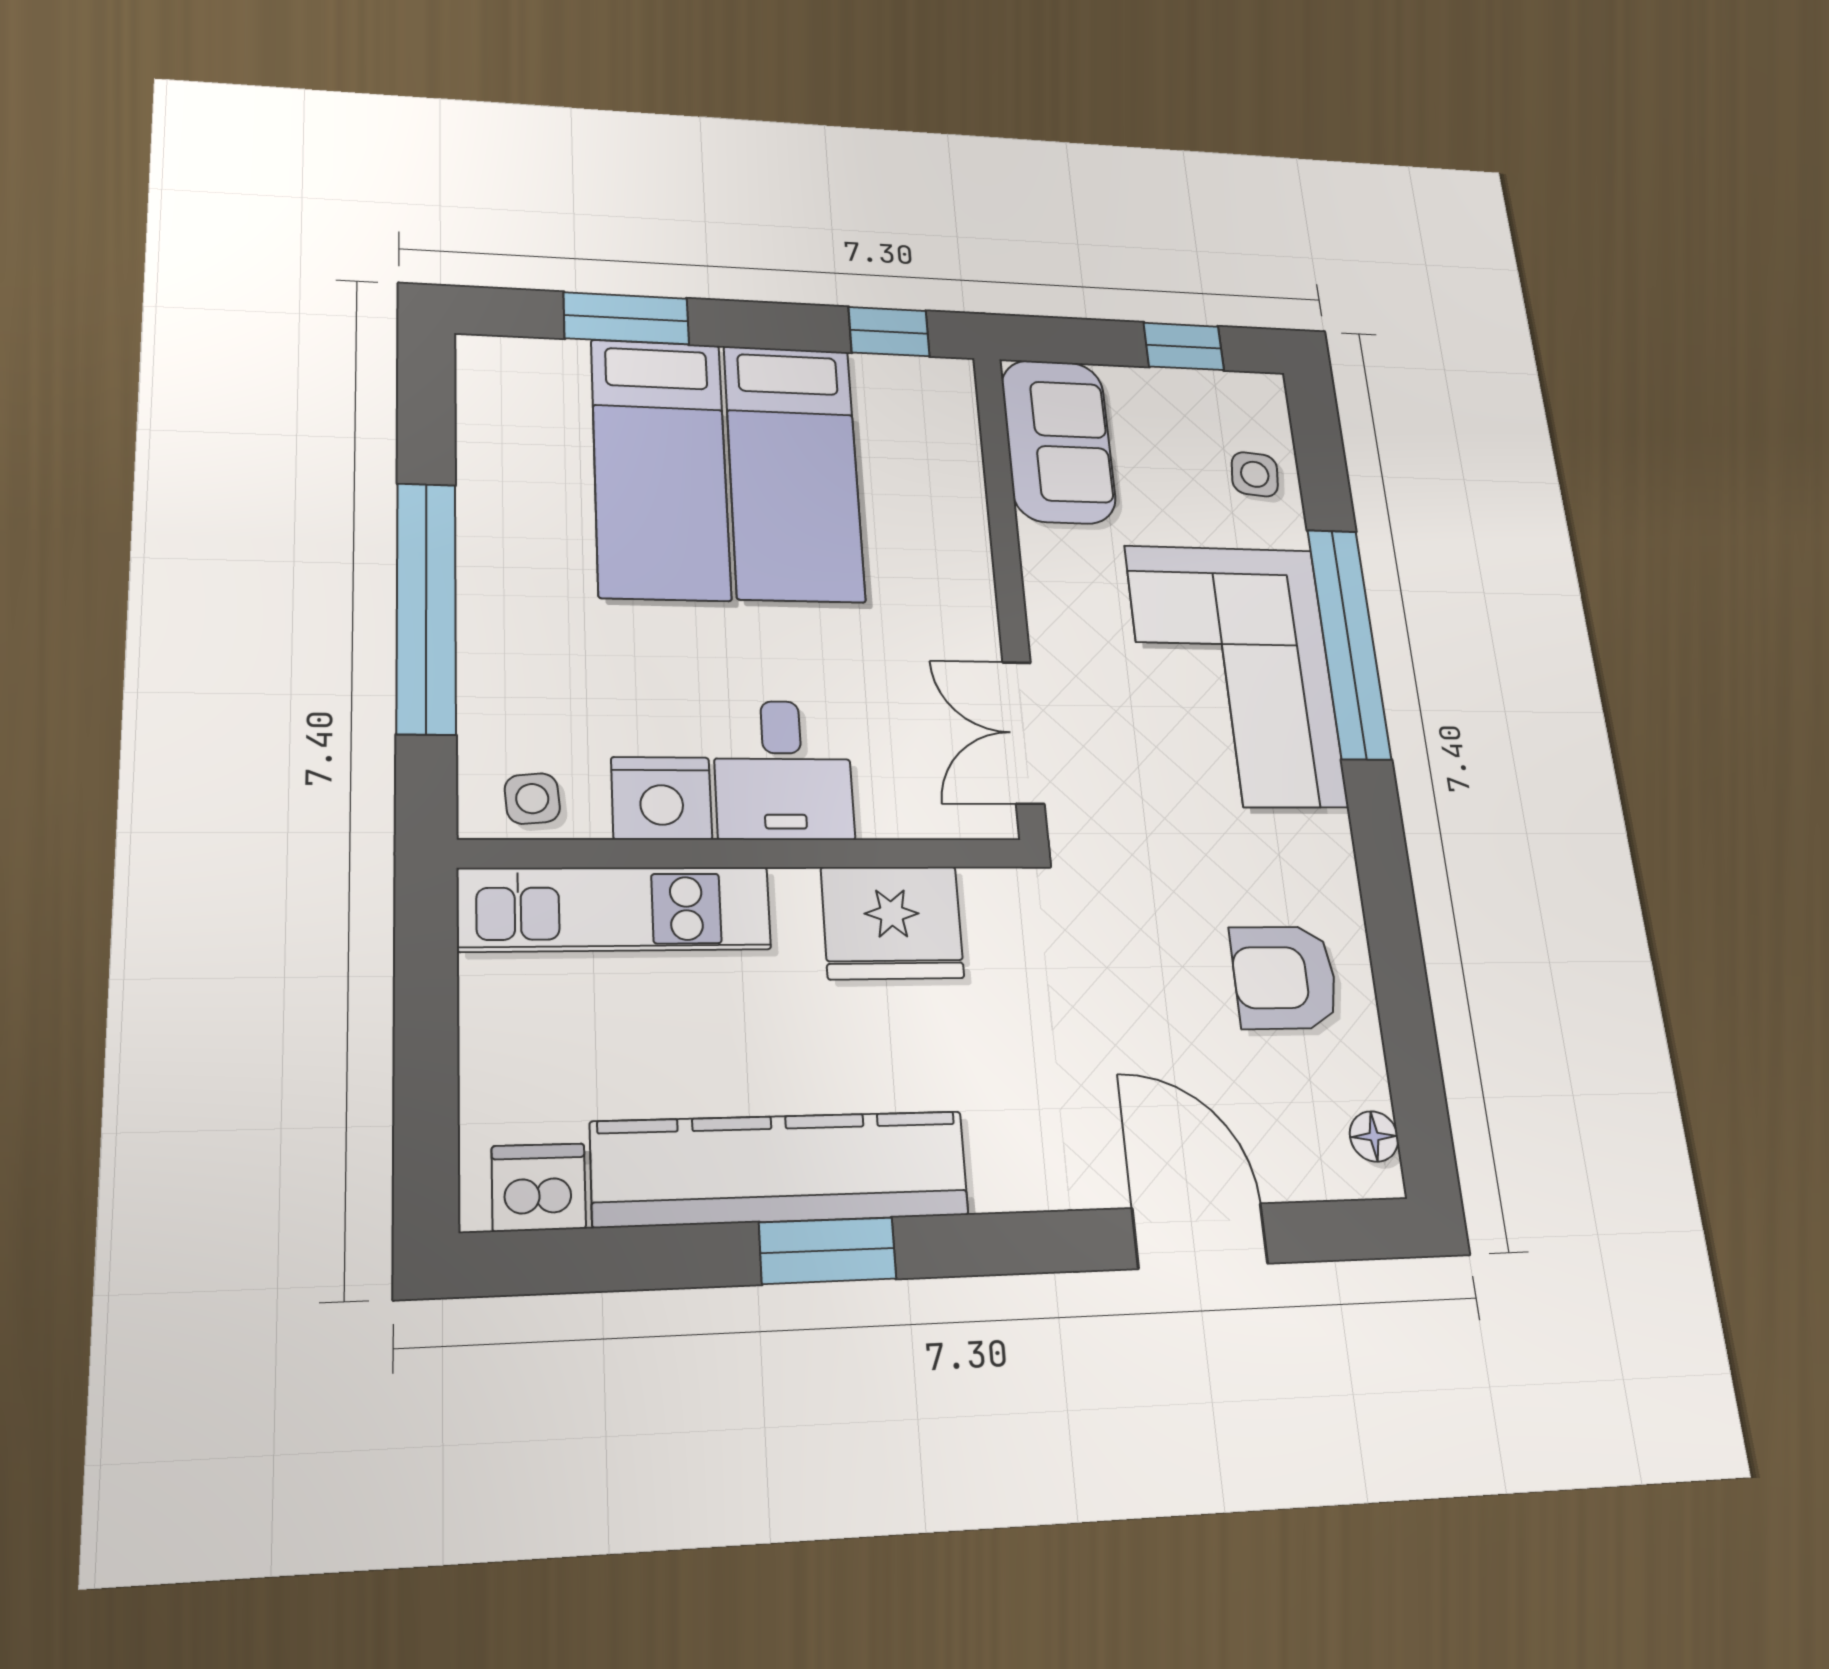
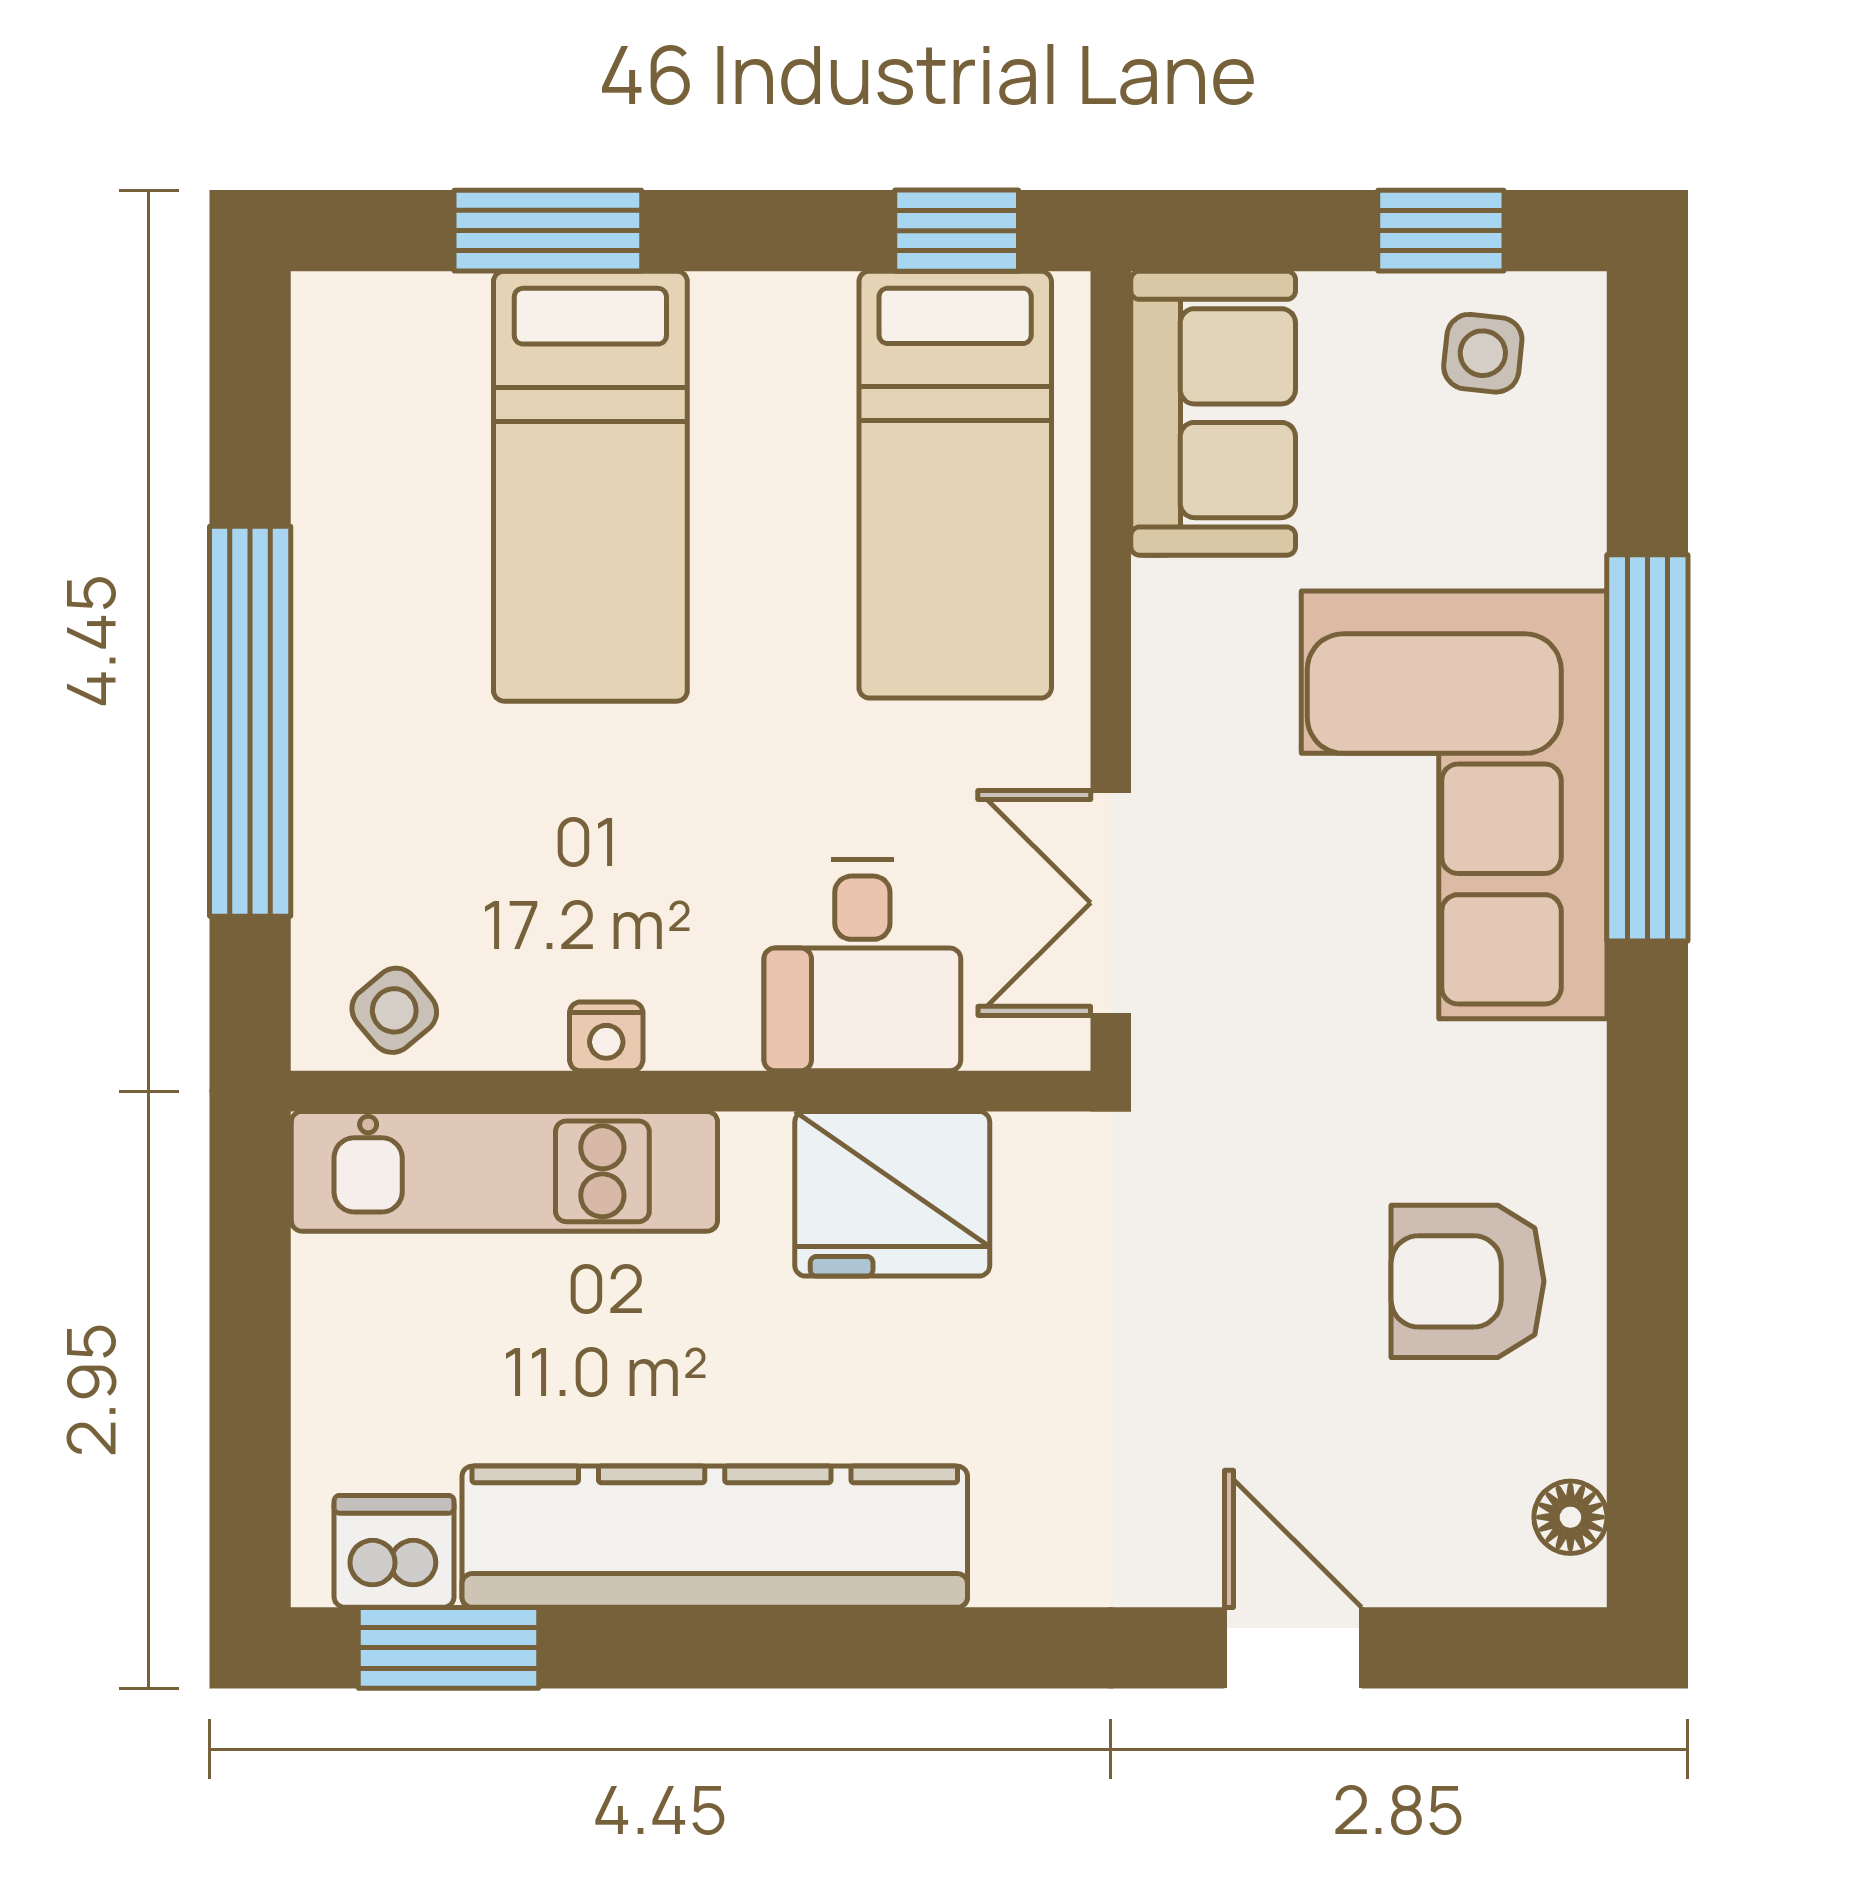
bed: (794, 472) -> (955, 485), moved
side table: (1255, 474) -> (1483, 353), moved
desk: (783, 770) -> (862, 965), moved
nightstand: (662, 798) -> (606, 1036), width x0.53, depth x0.56
side table: (532, 799) -> (394, 1010), turned -35
door: (1200, 1236) -> (1293, 1648), width x0.73
window: (828, 1251) -> (448, 1648), moved

